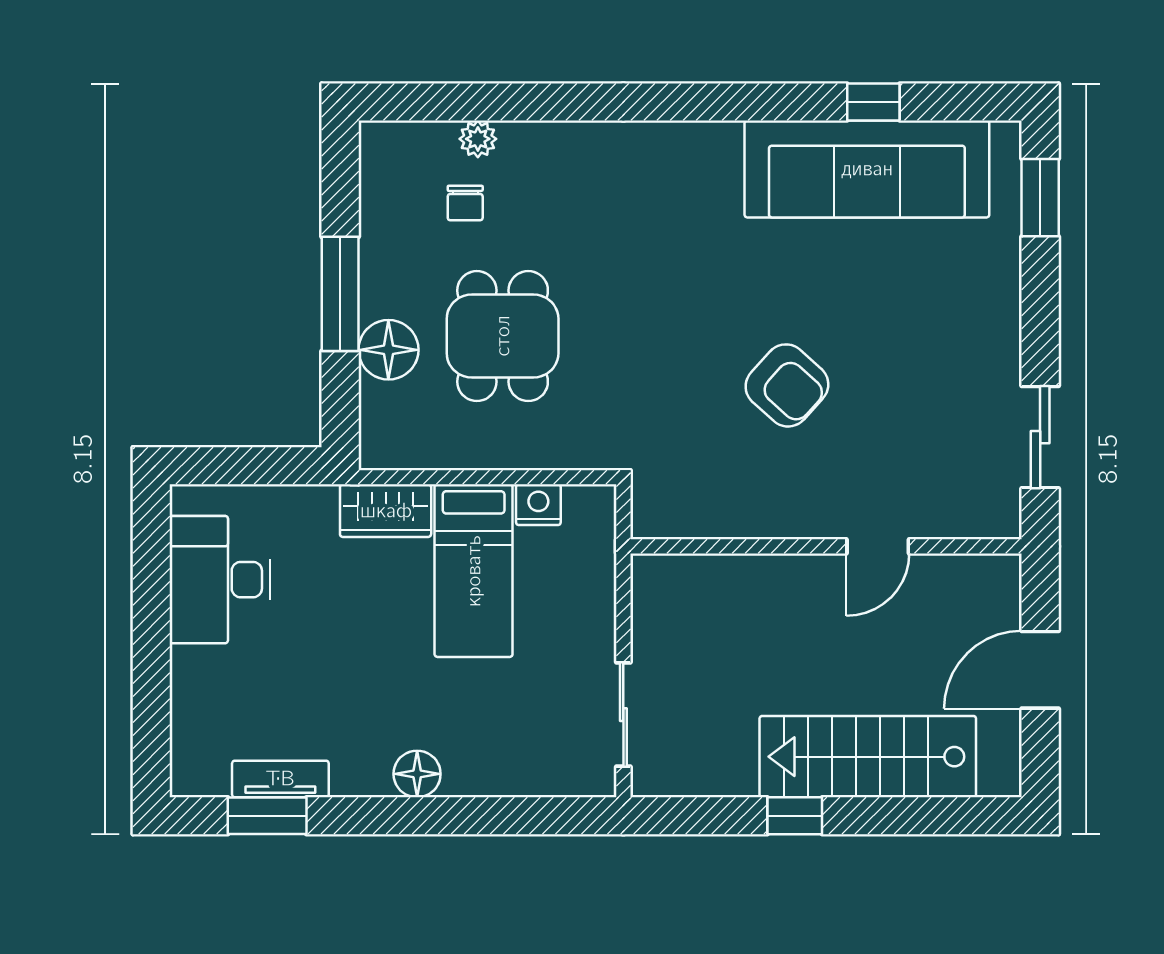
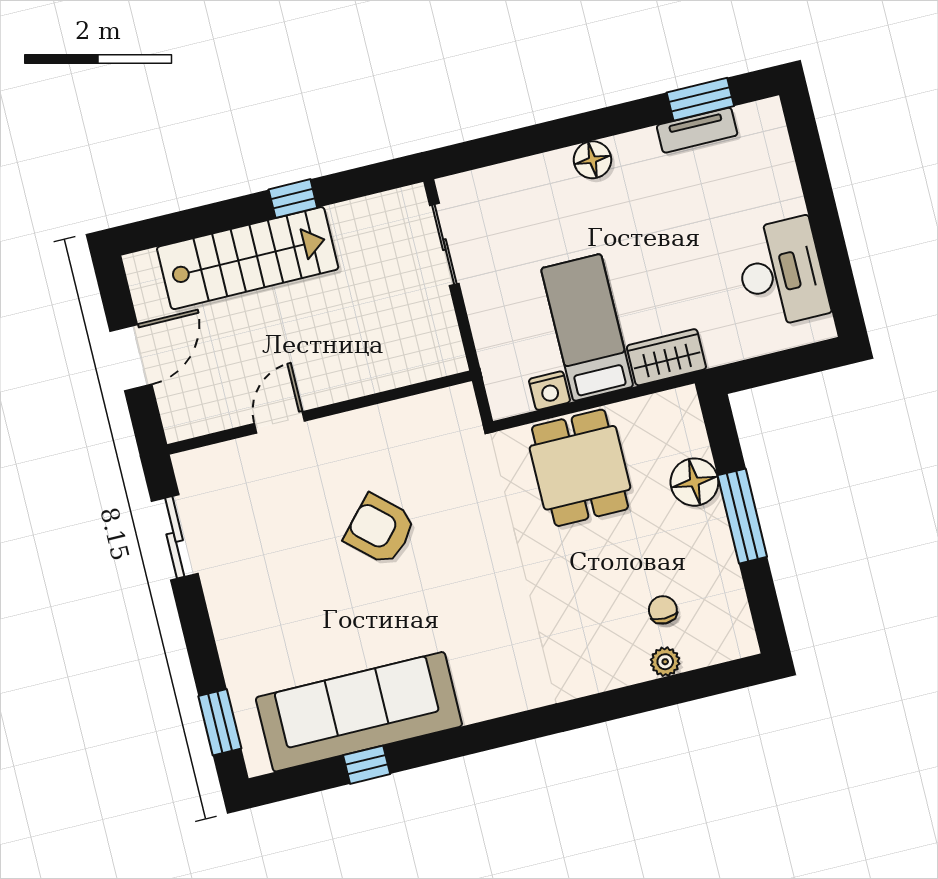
dining table: (503, 336) -> (580, 468), moved

